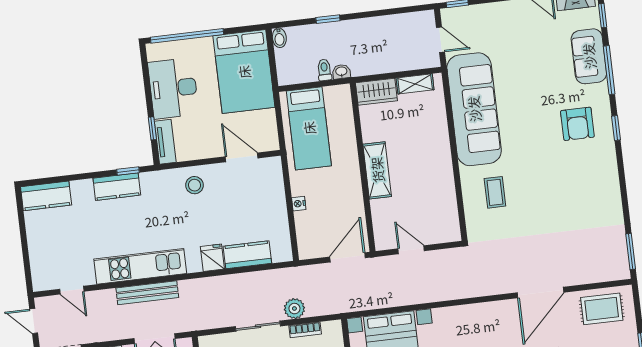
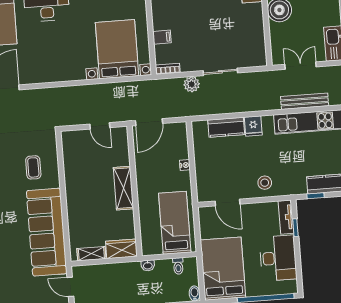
toilet: (324, 70) -> (178, 266), moved
bookcase: (305, 330) -> (168, 69), moved

